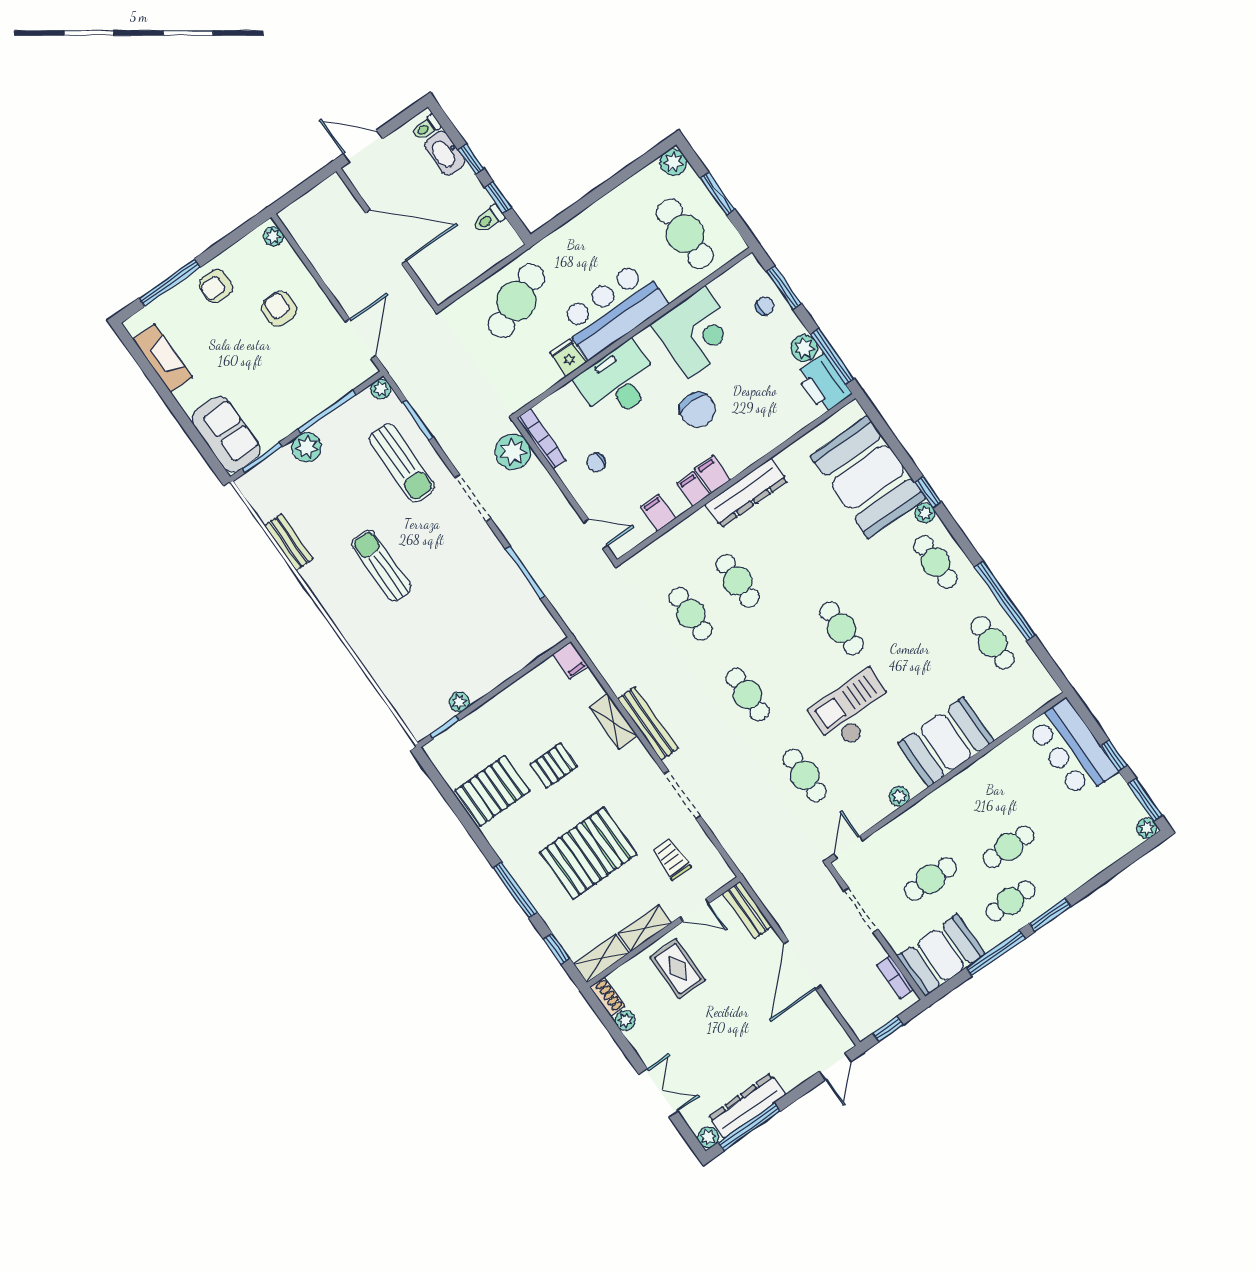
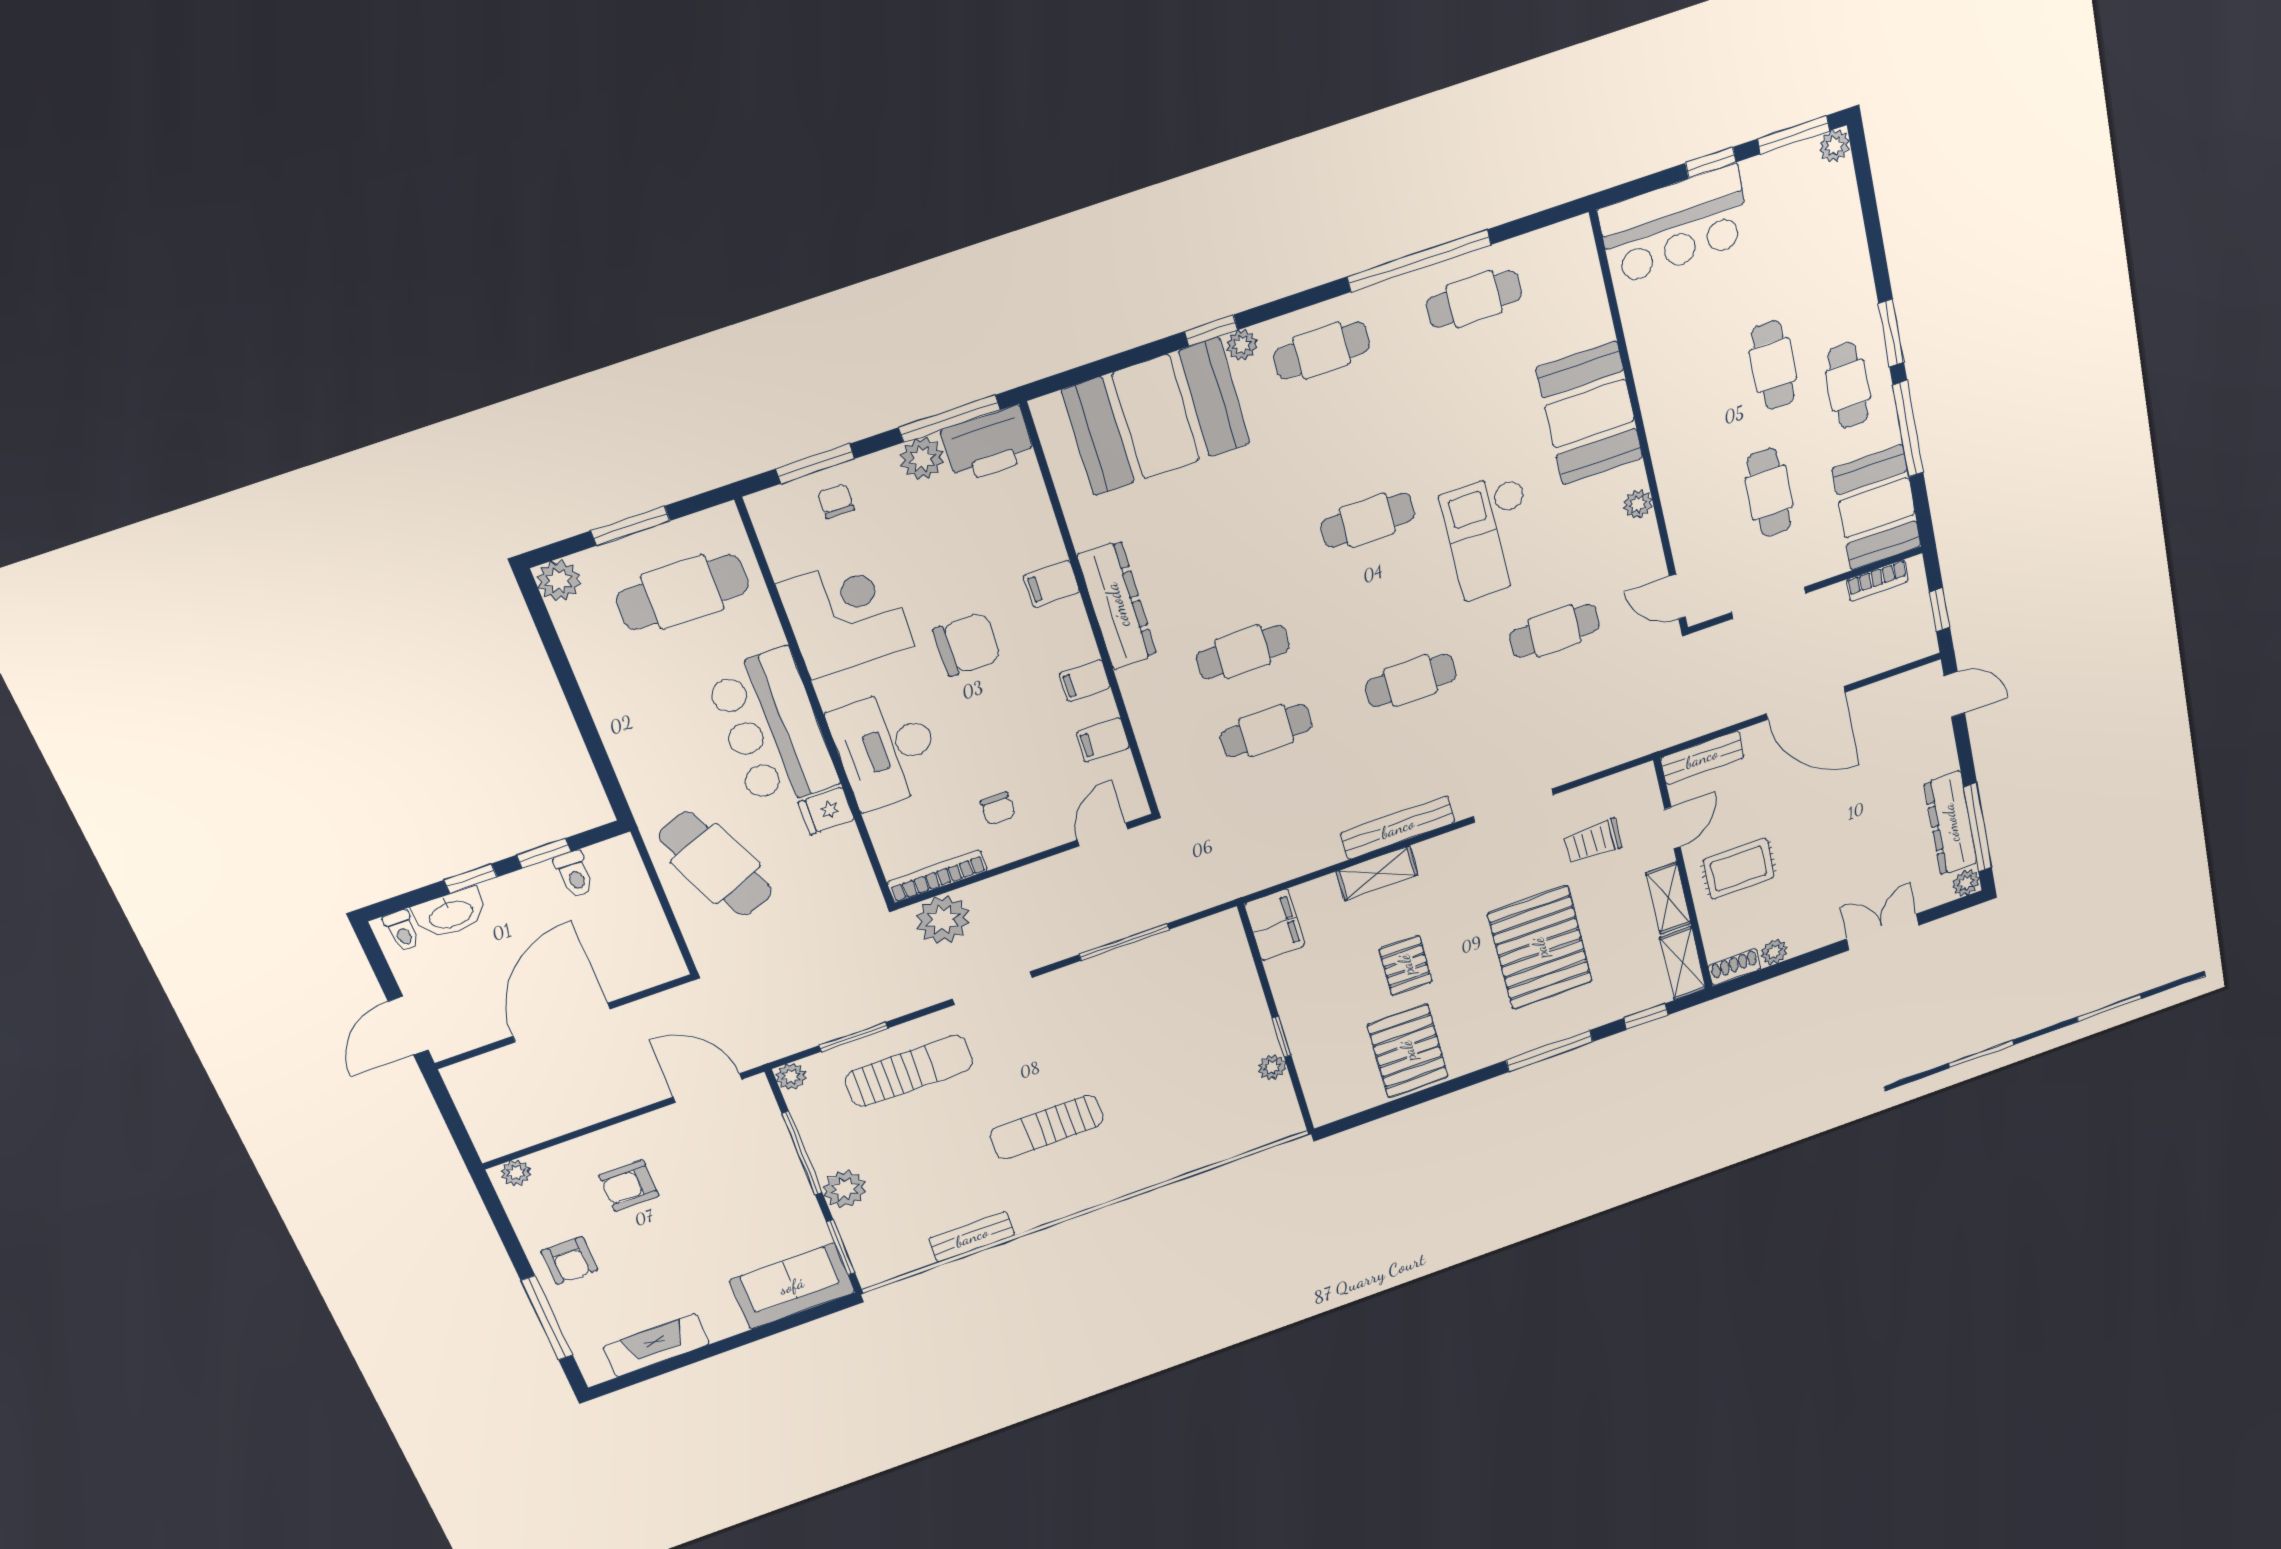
filing cabinet: (712, 474) -> (1051, 584), moved
filing cabinet: (570, 660) -> (1275, 925), width x2.00
window: (444, 727) -> (1282, 1037), moved

